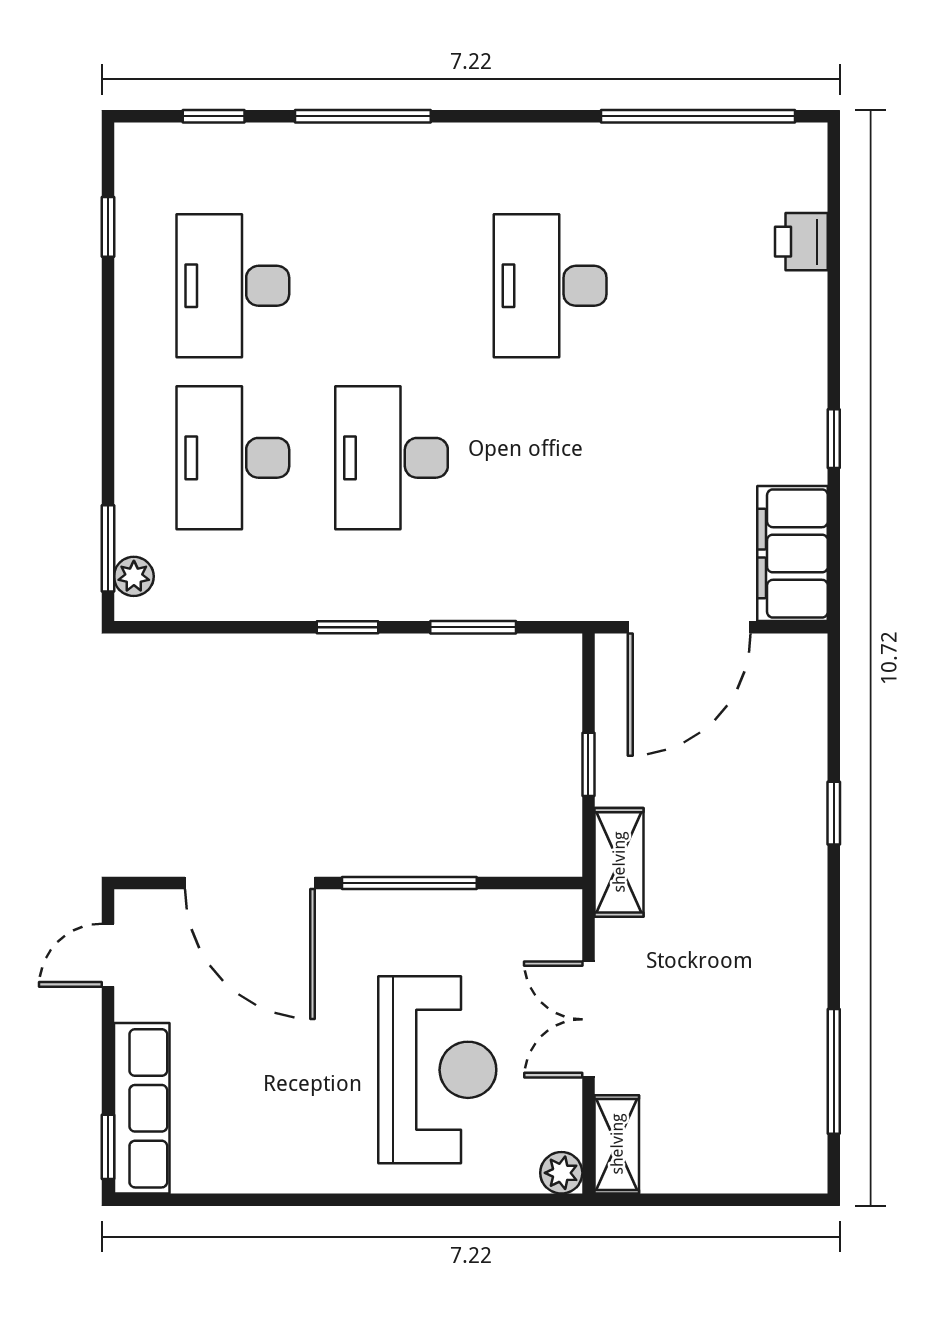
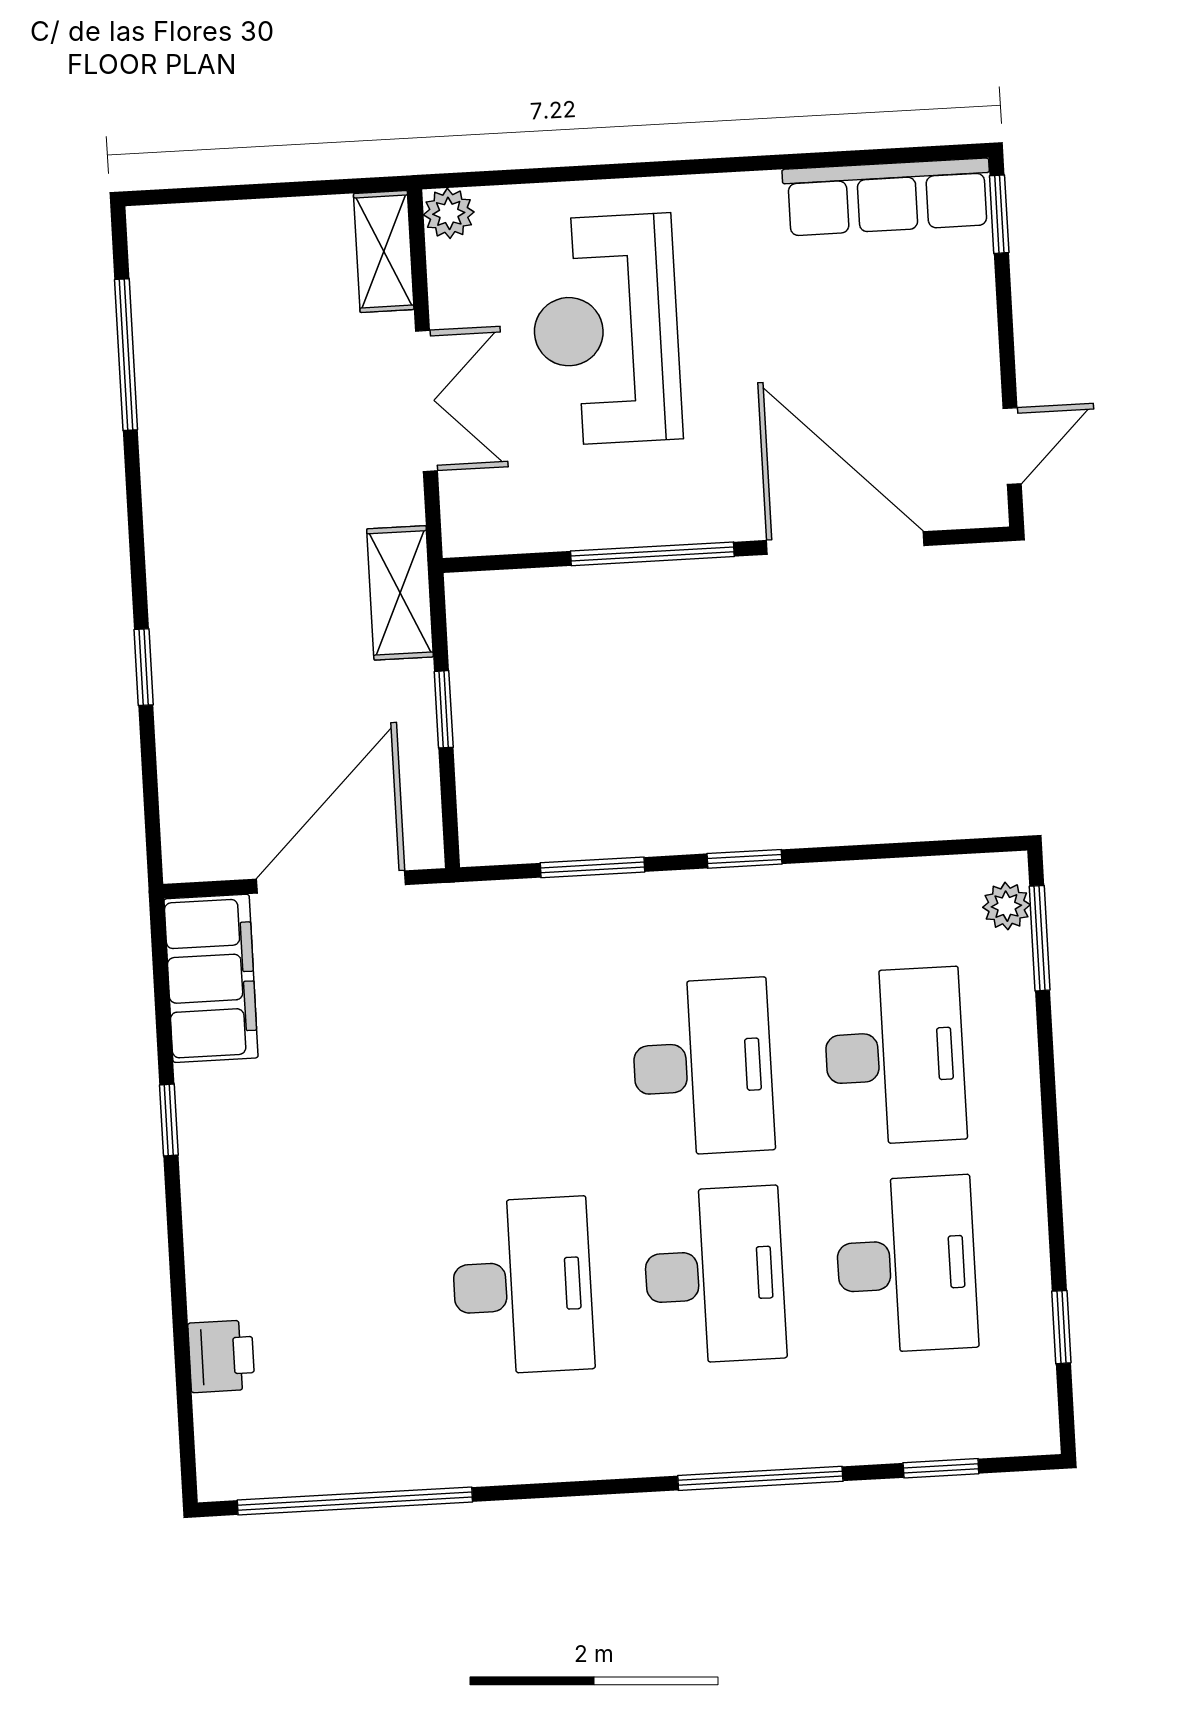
desk: (391, 286) -> (714, 1275), added
row of seats: (142, 1108) -> (887, 197), moved, turned -90

